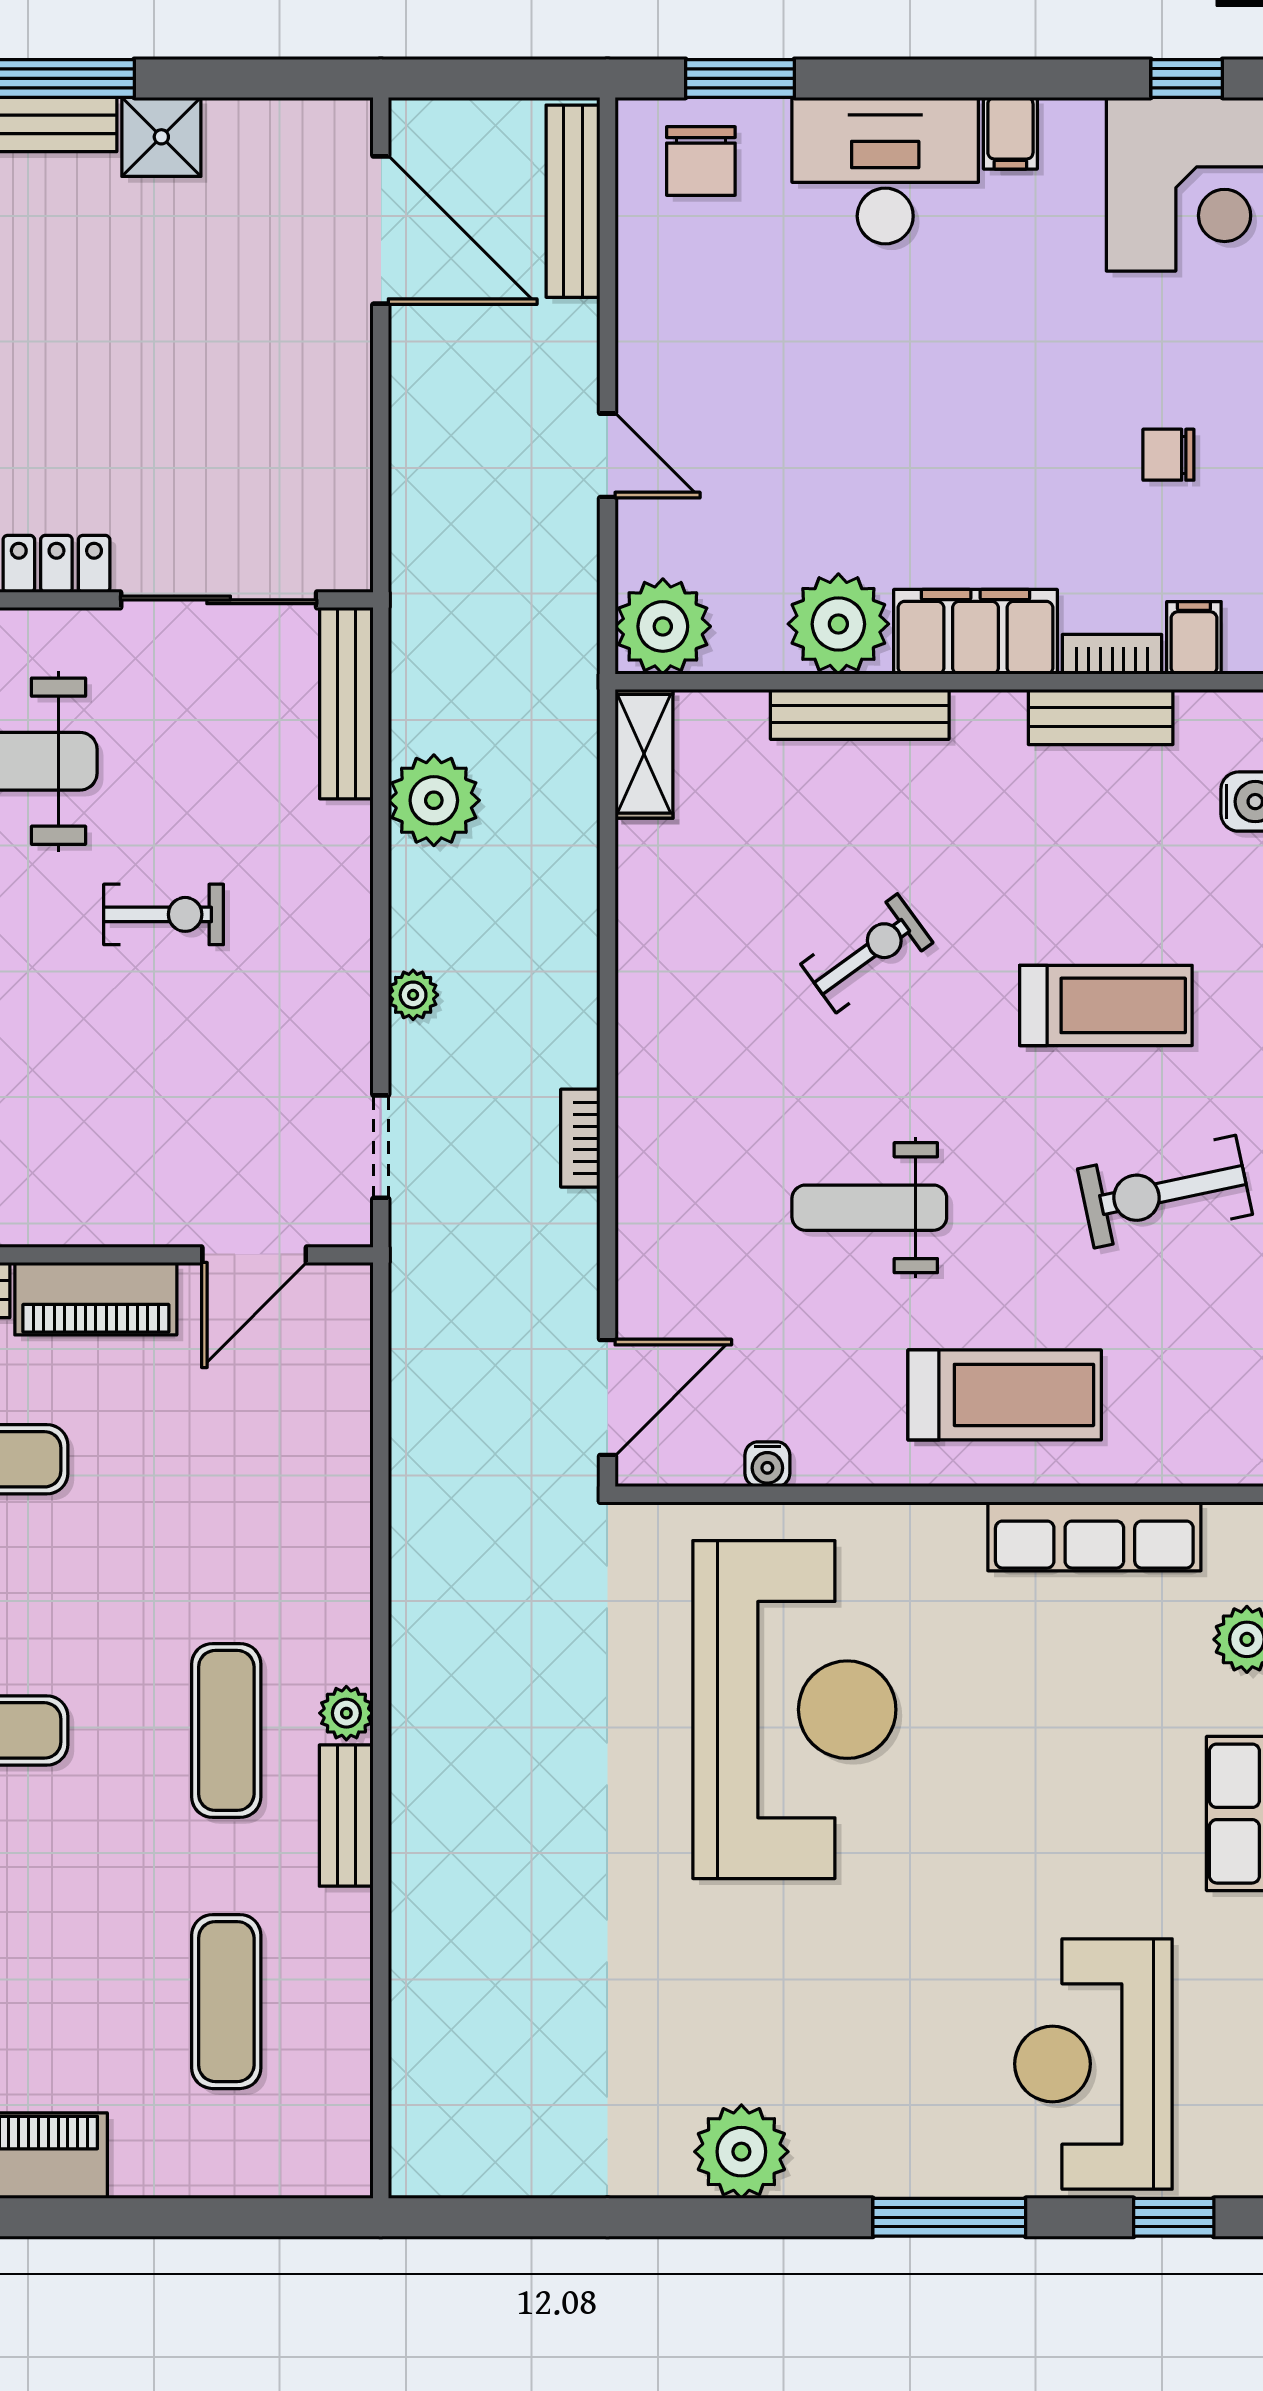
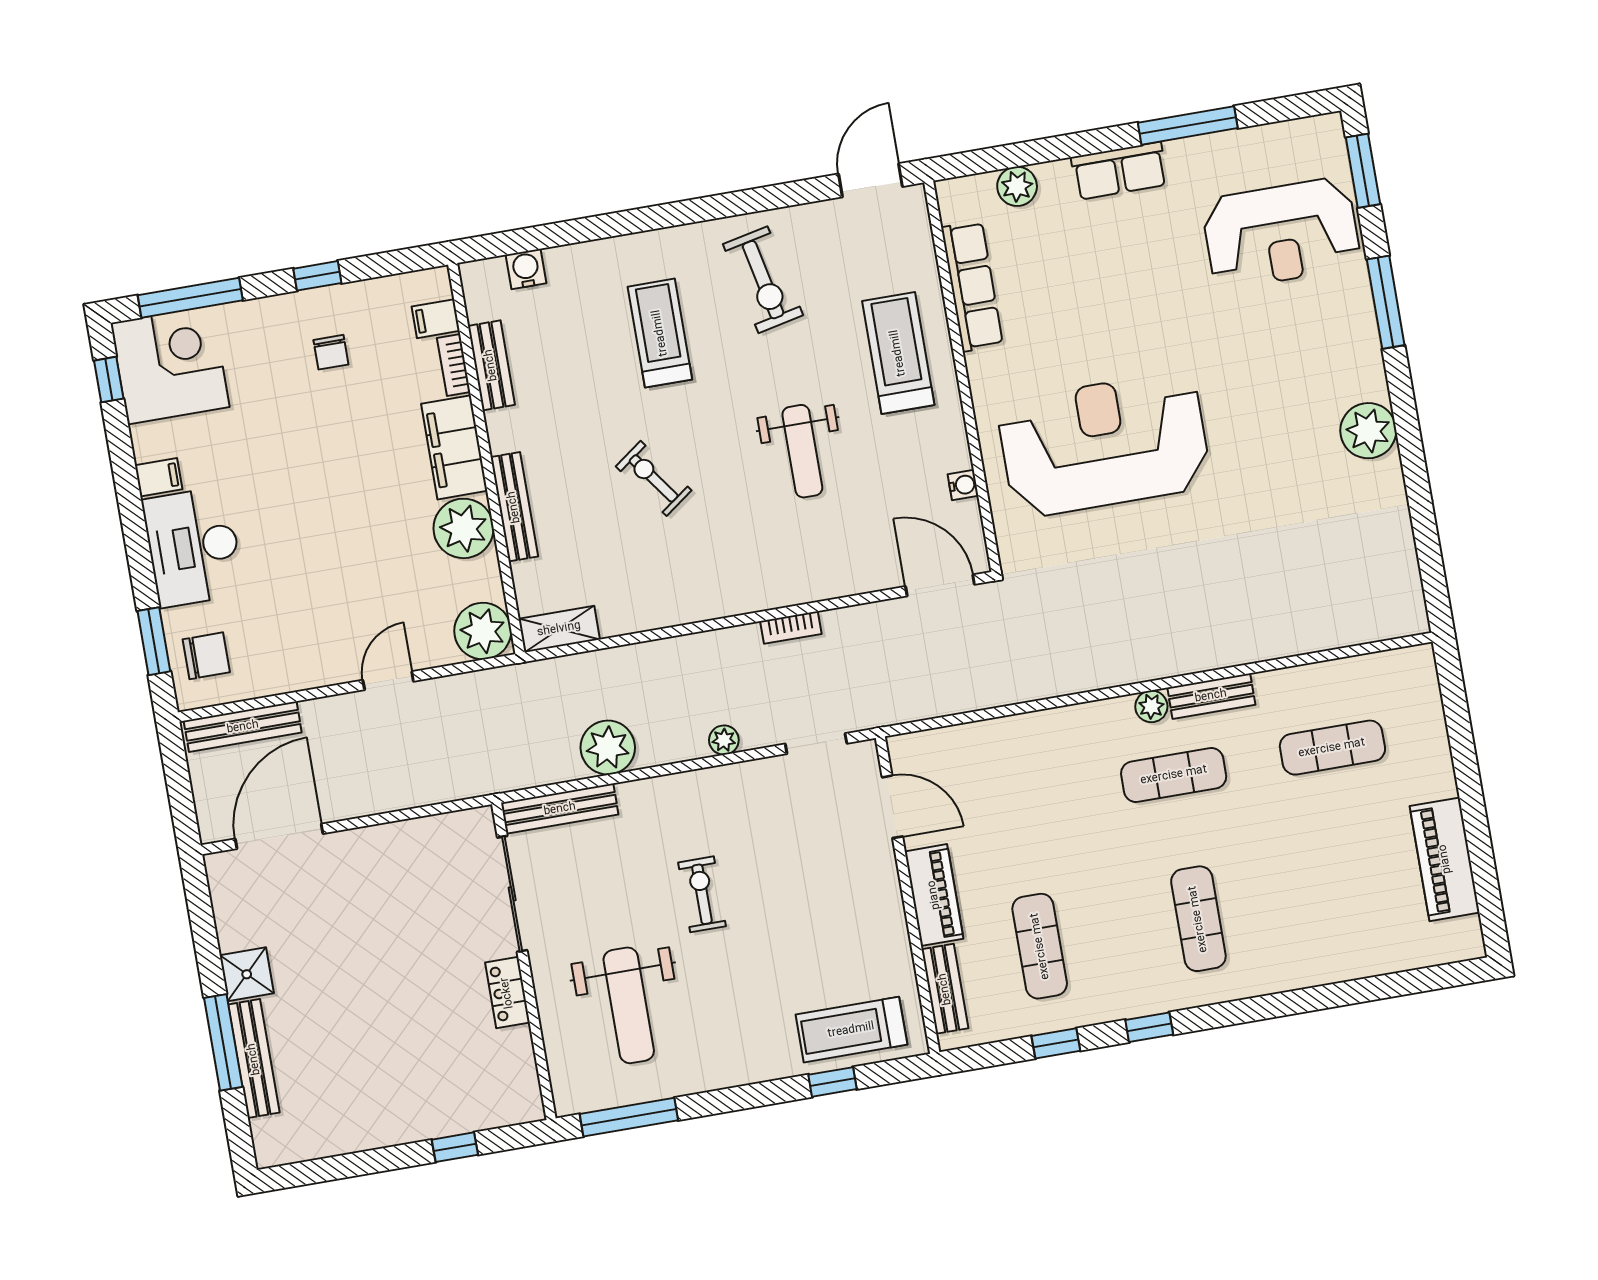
window: (1174, 2217) -> (1363, 171), width x1.50

